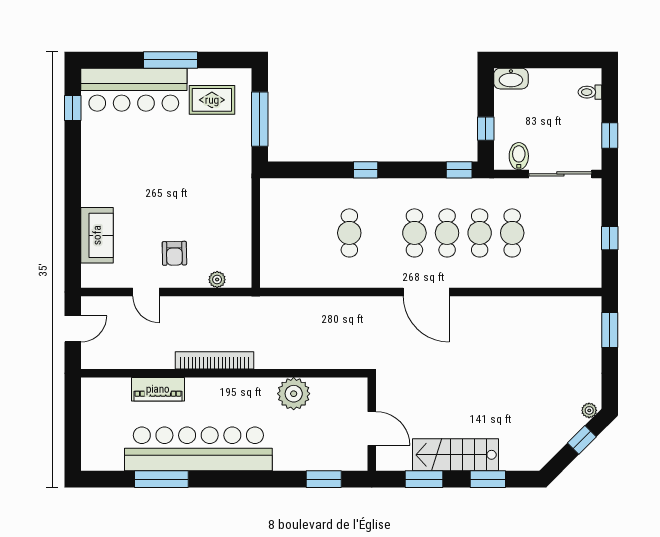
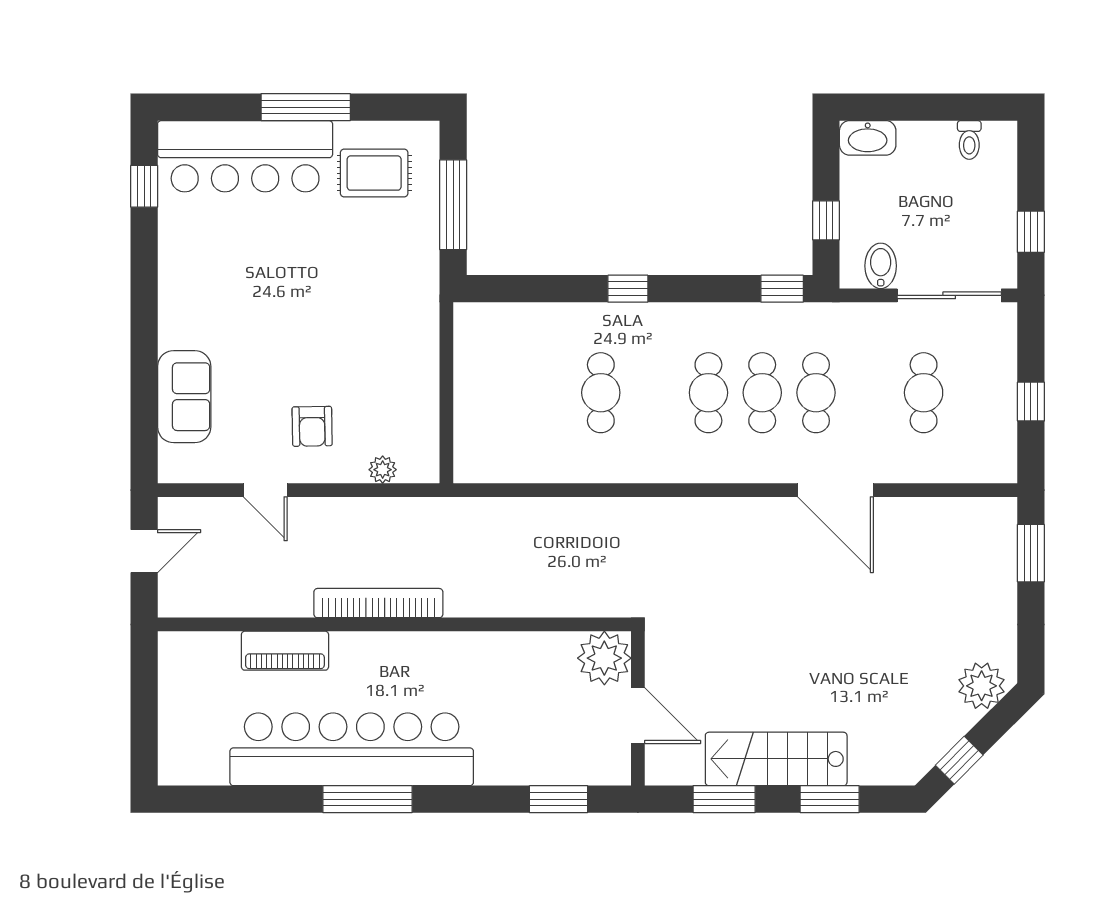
toilet: (590, 92) -> (969, 140), moved, turned -90
cafe table: (512, 233) -> (924, 393), moved
door: (426, 292) -> (835, 490), moved
plant: (294, 394) -> (604, 658), moved
plant: (589, 410) -> (982, 686), width x1.87, depth x1.87
window: (582, 440) -> (959, 760), moved
window: (161, 479) -> (367, 799), moved

